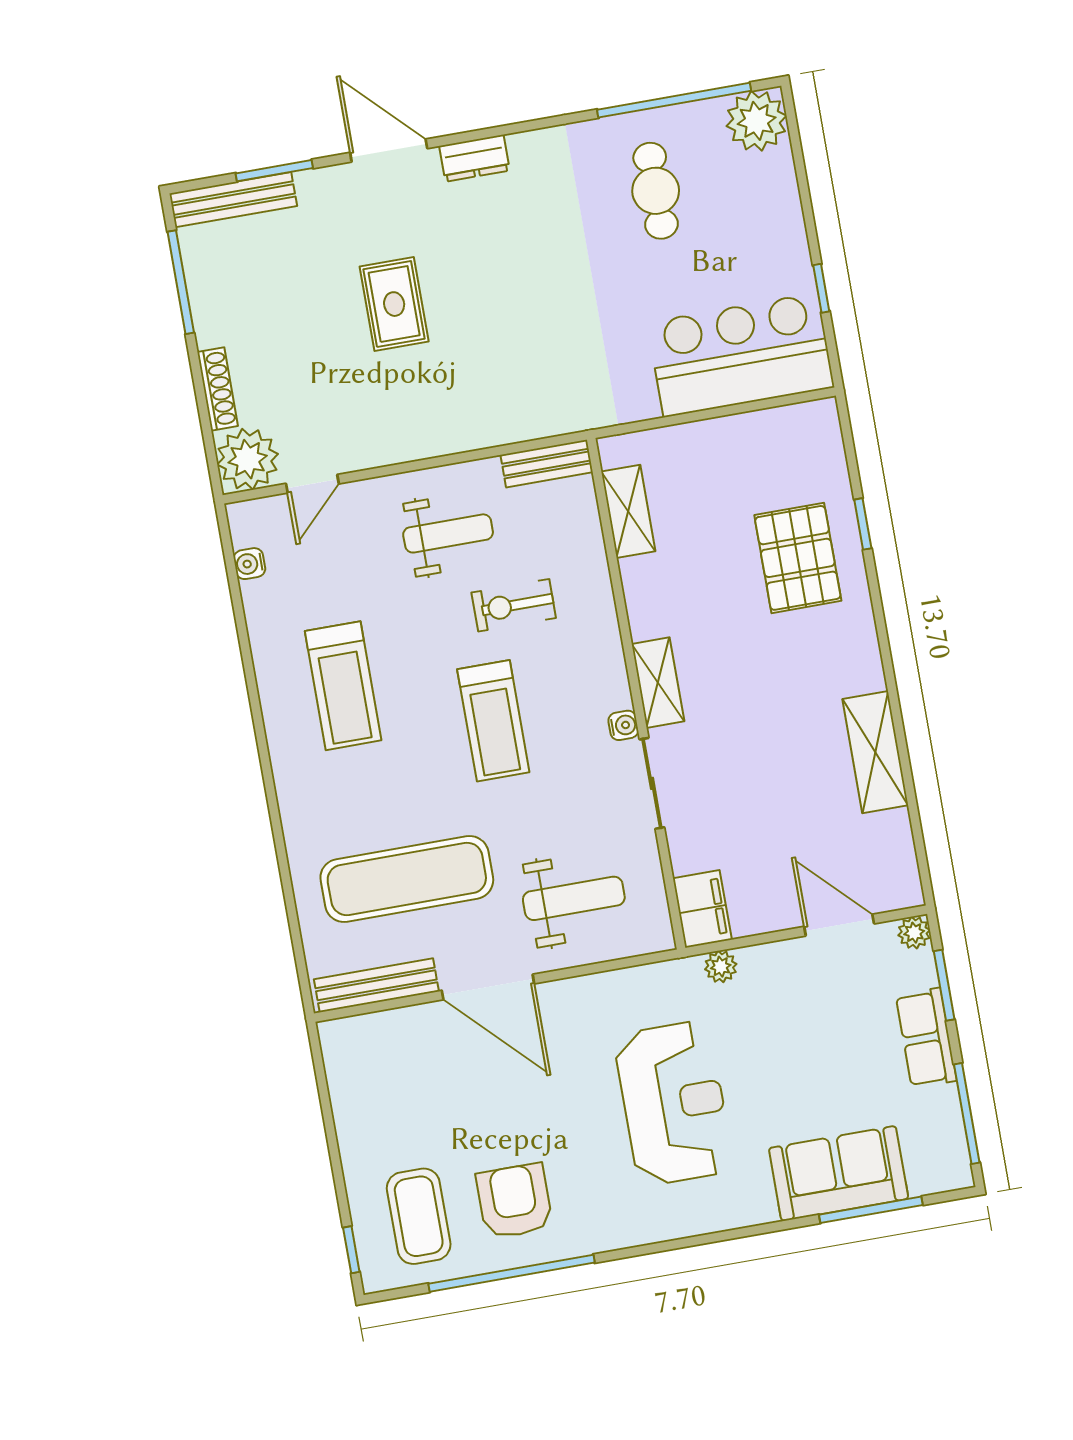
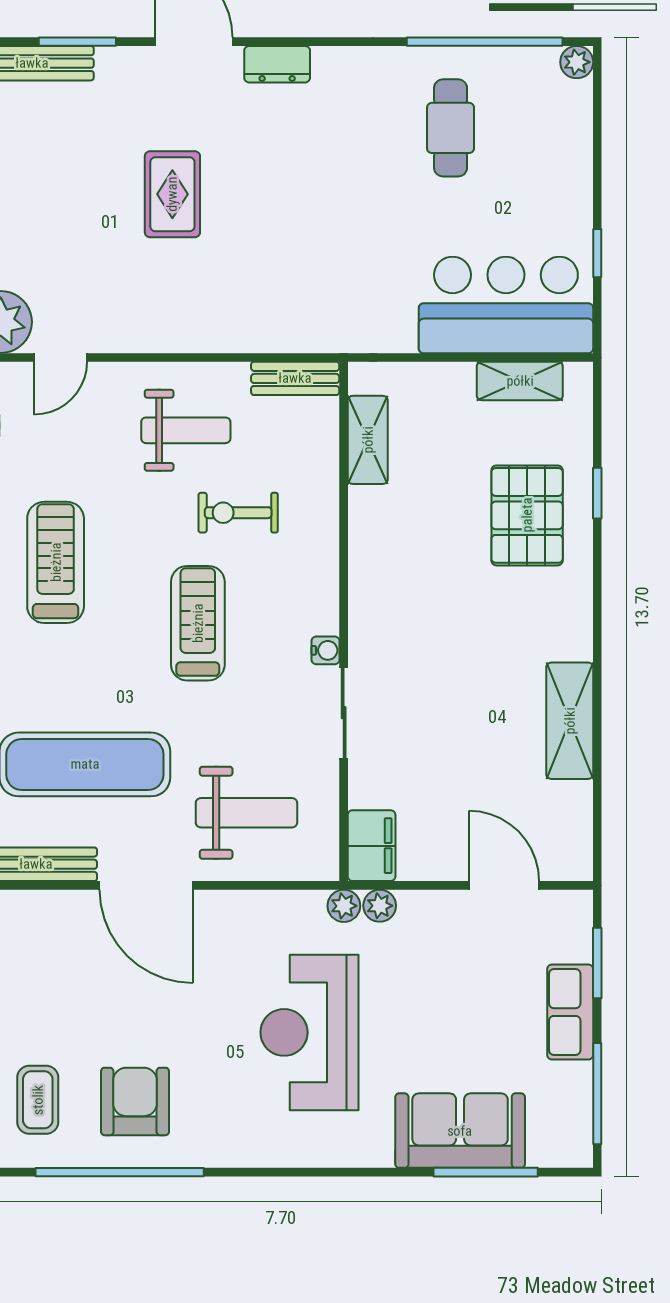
plant: (757, 121) -> (577, 62), width x0.53, depth x0.53
shelving: (658, 683) -> (520, 381), moved, turned 90
treadmill: (343, 686) -> (56, 562), turned 180
treadmill: (493, 721) -> (198, 623), turned 180
plant: (914, 933) -> (344, 906), moved
reception desk: (674, 1103) -> (309, 1032), turned 180
coffee table: (419, 1216) -> (38, 1100), width x0.73, depth x0.77

